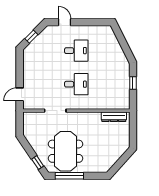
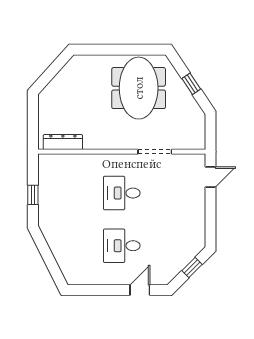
door: (65, 22) -> (140, 290), swing flipped
window: (38, 163) -> (191, 84), moved
window: (69, 176) -> (133, 50), removed

